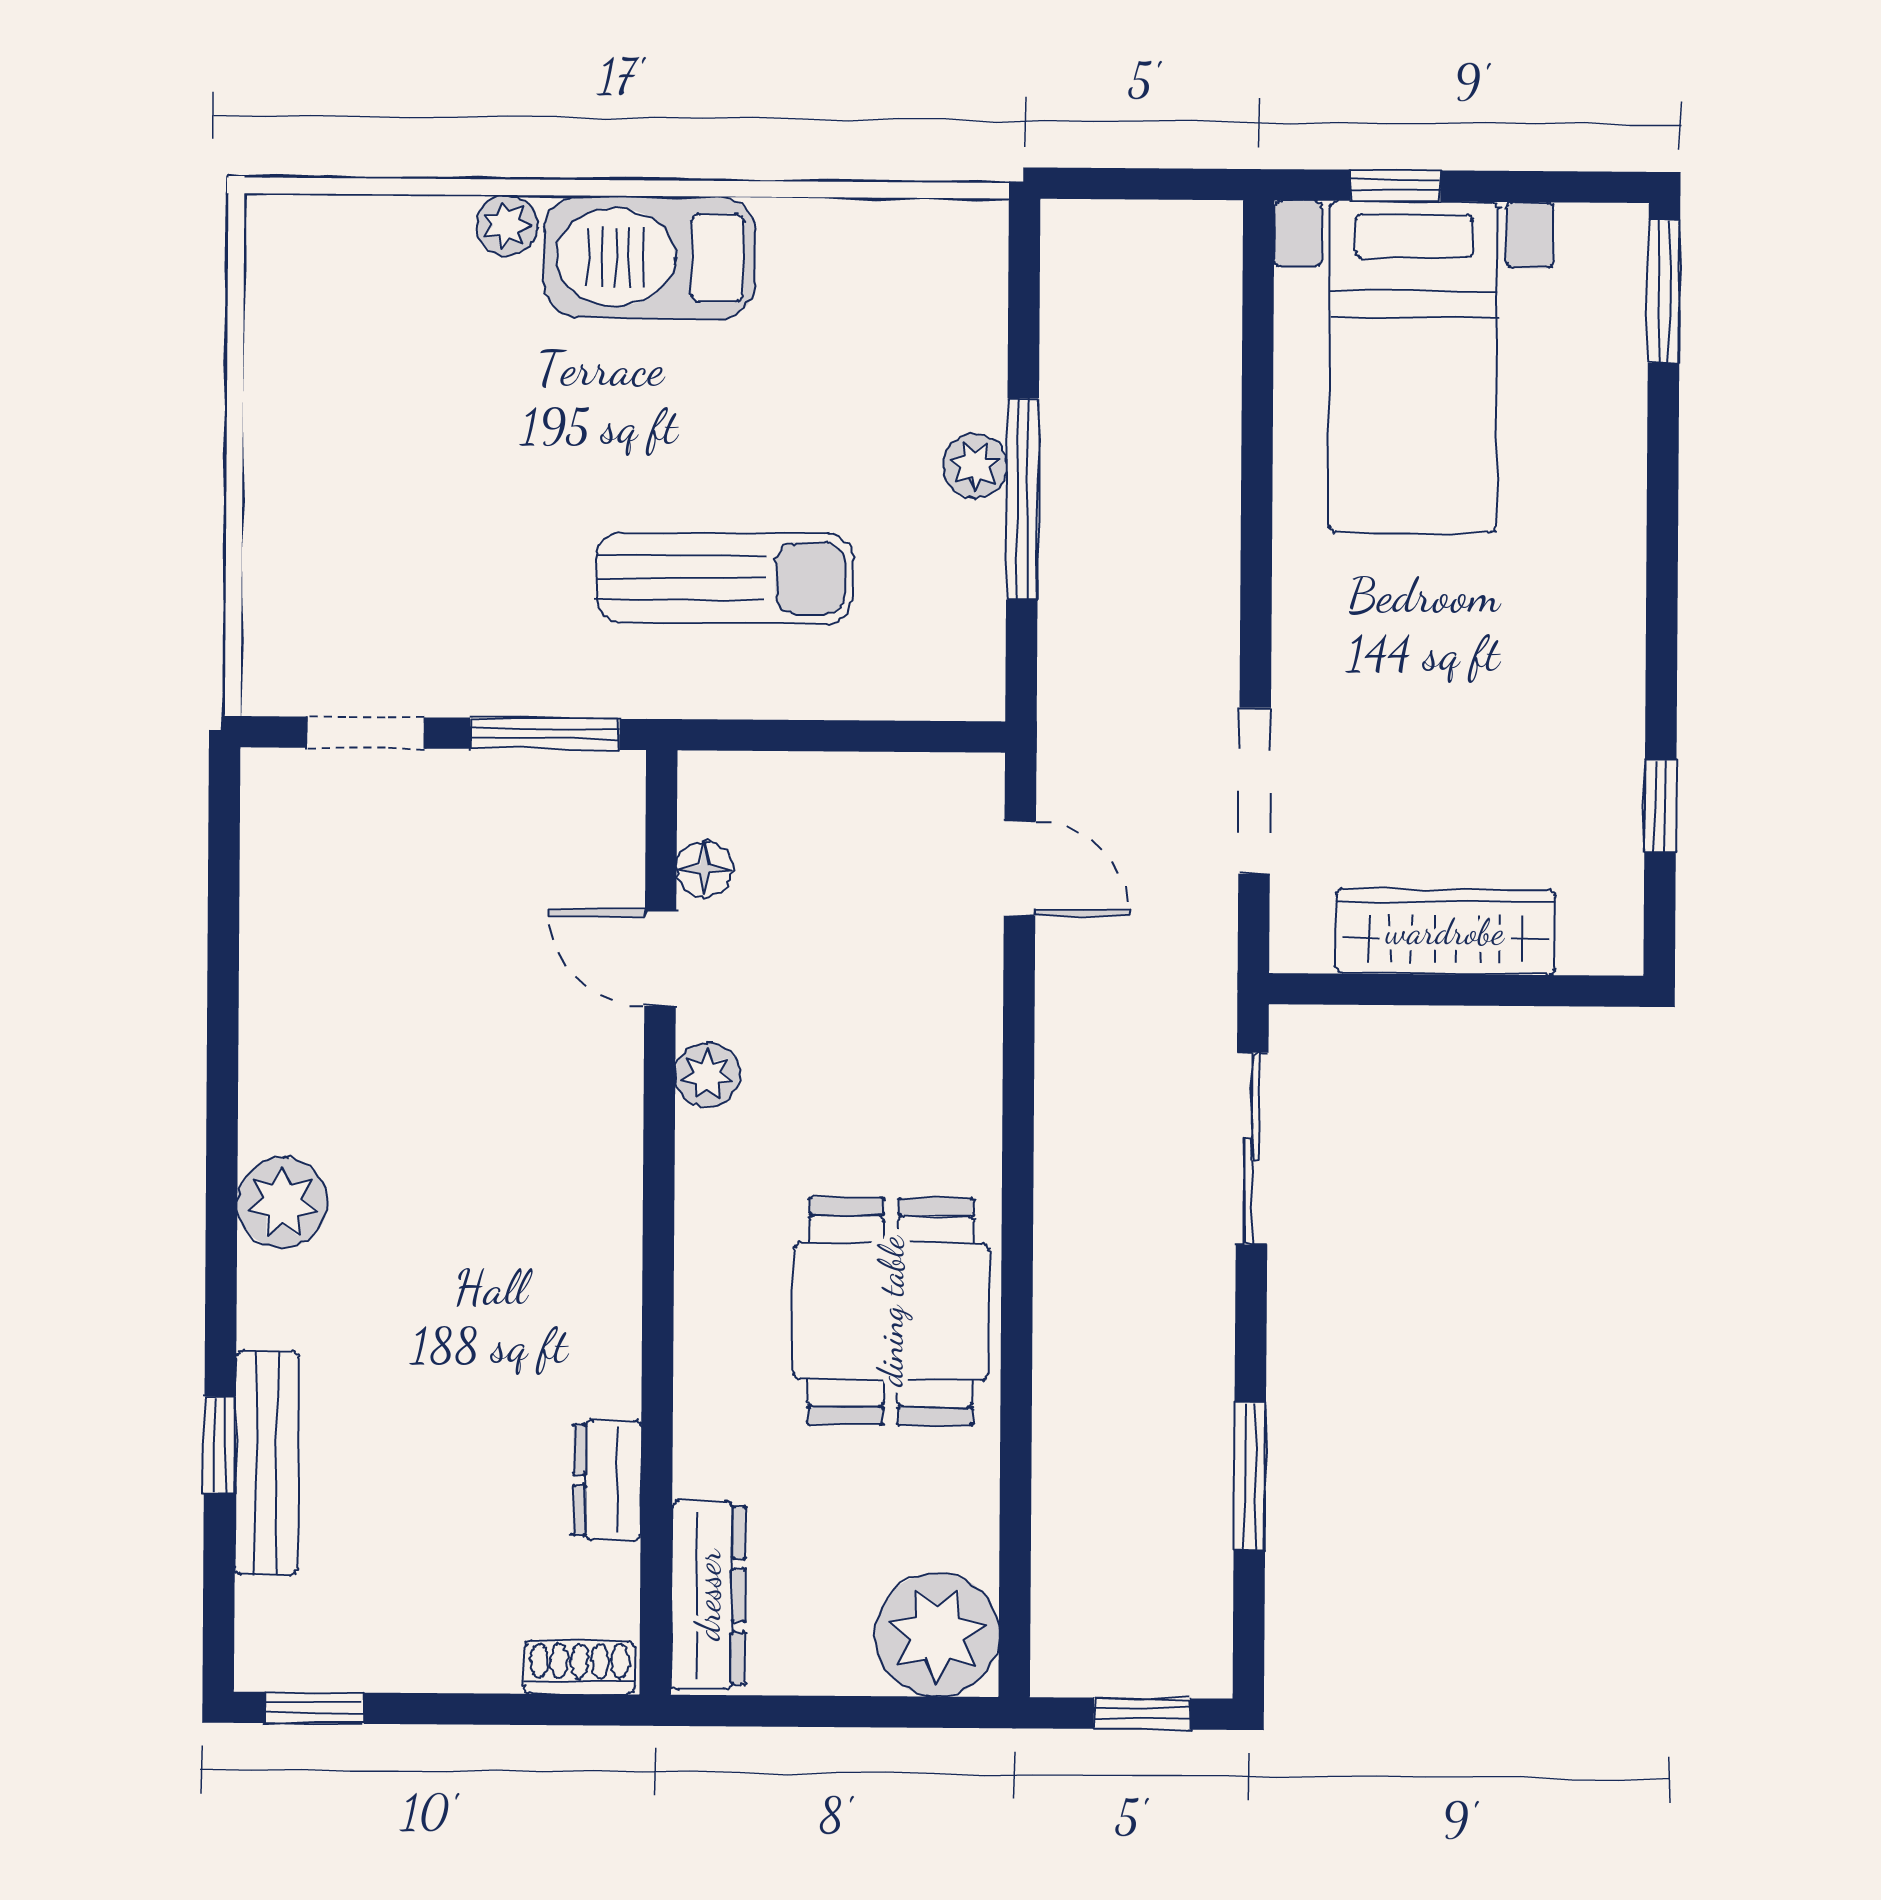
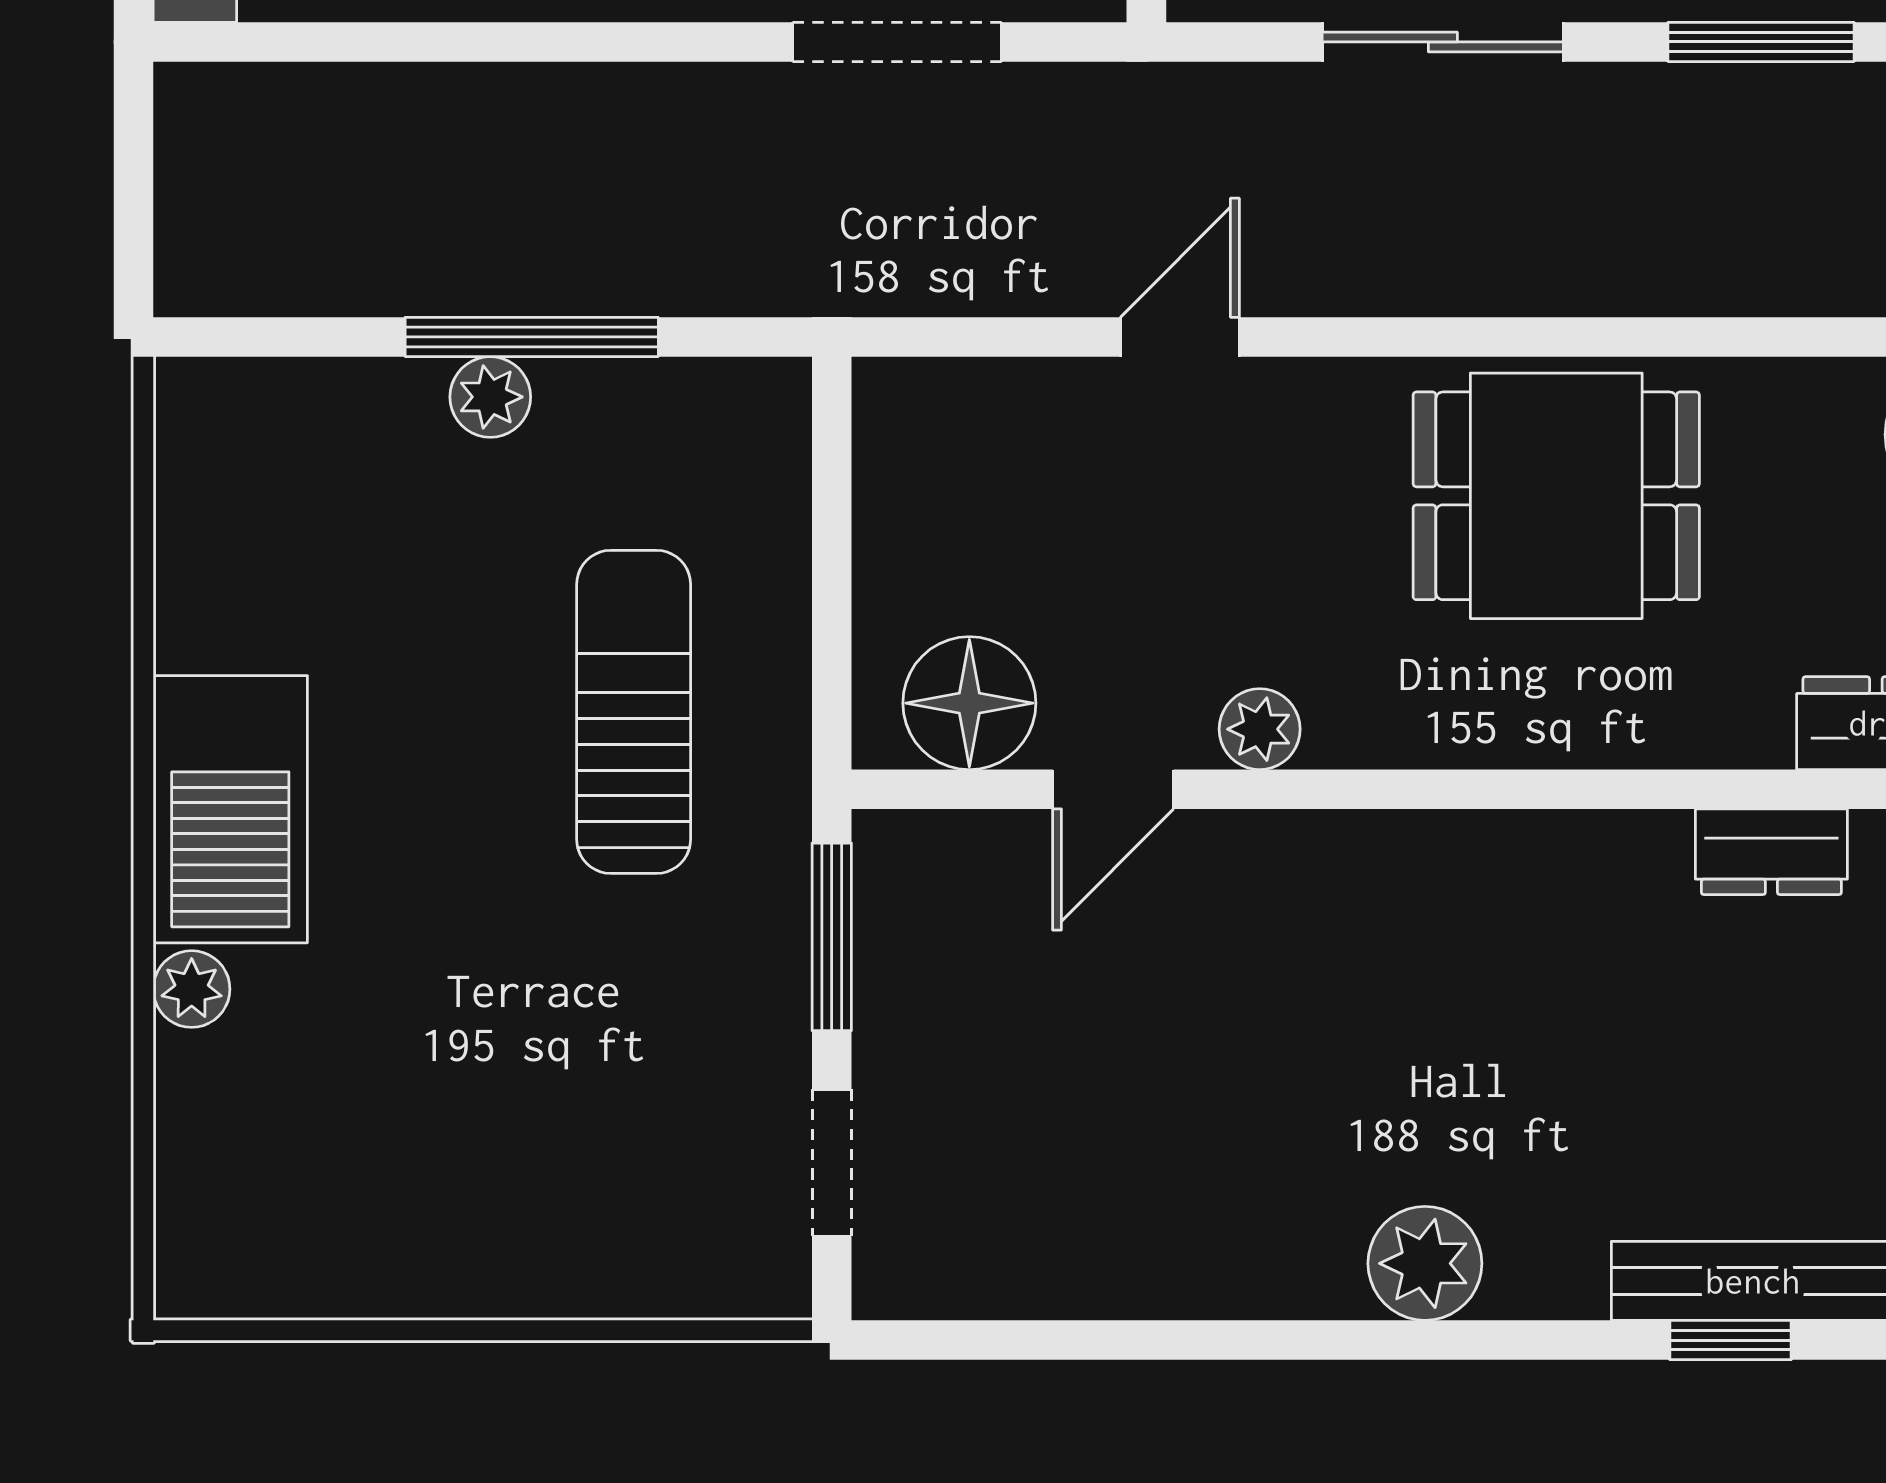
door: (1020, 868) -> (1180, 337), moved
floor lamp: (705, 869) -> (969, 703), width x1.89, depth x1.89
sliding door: (1252, 1149) -> (1443, 42), moved

